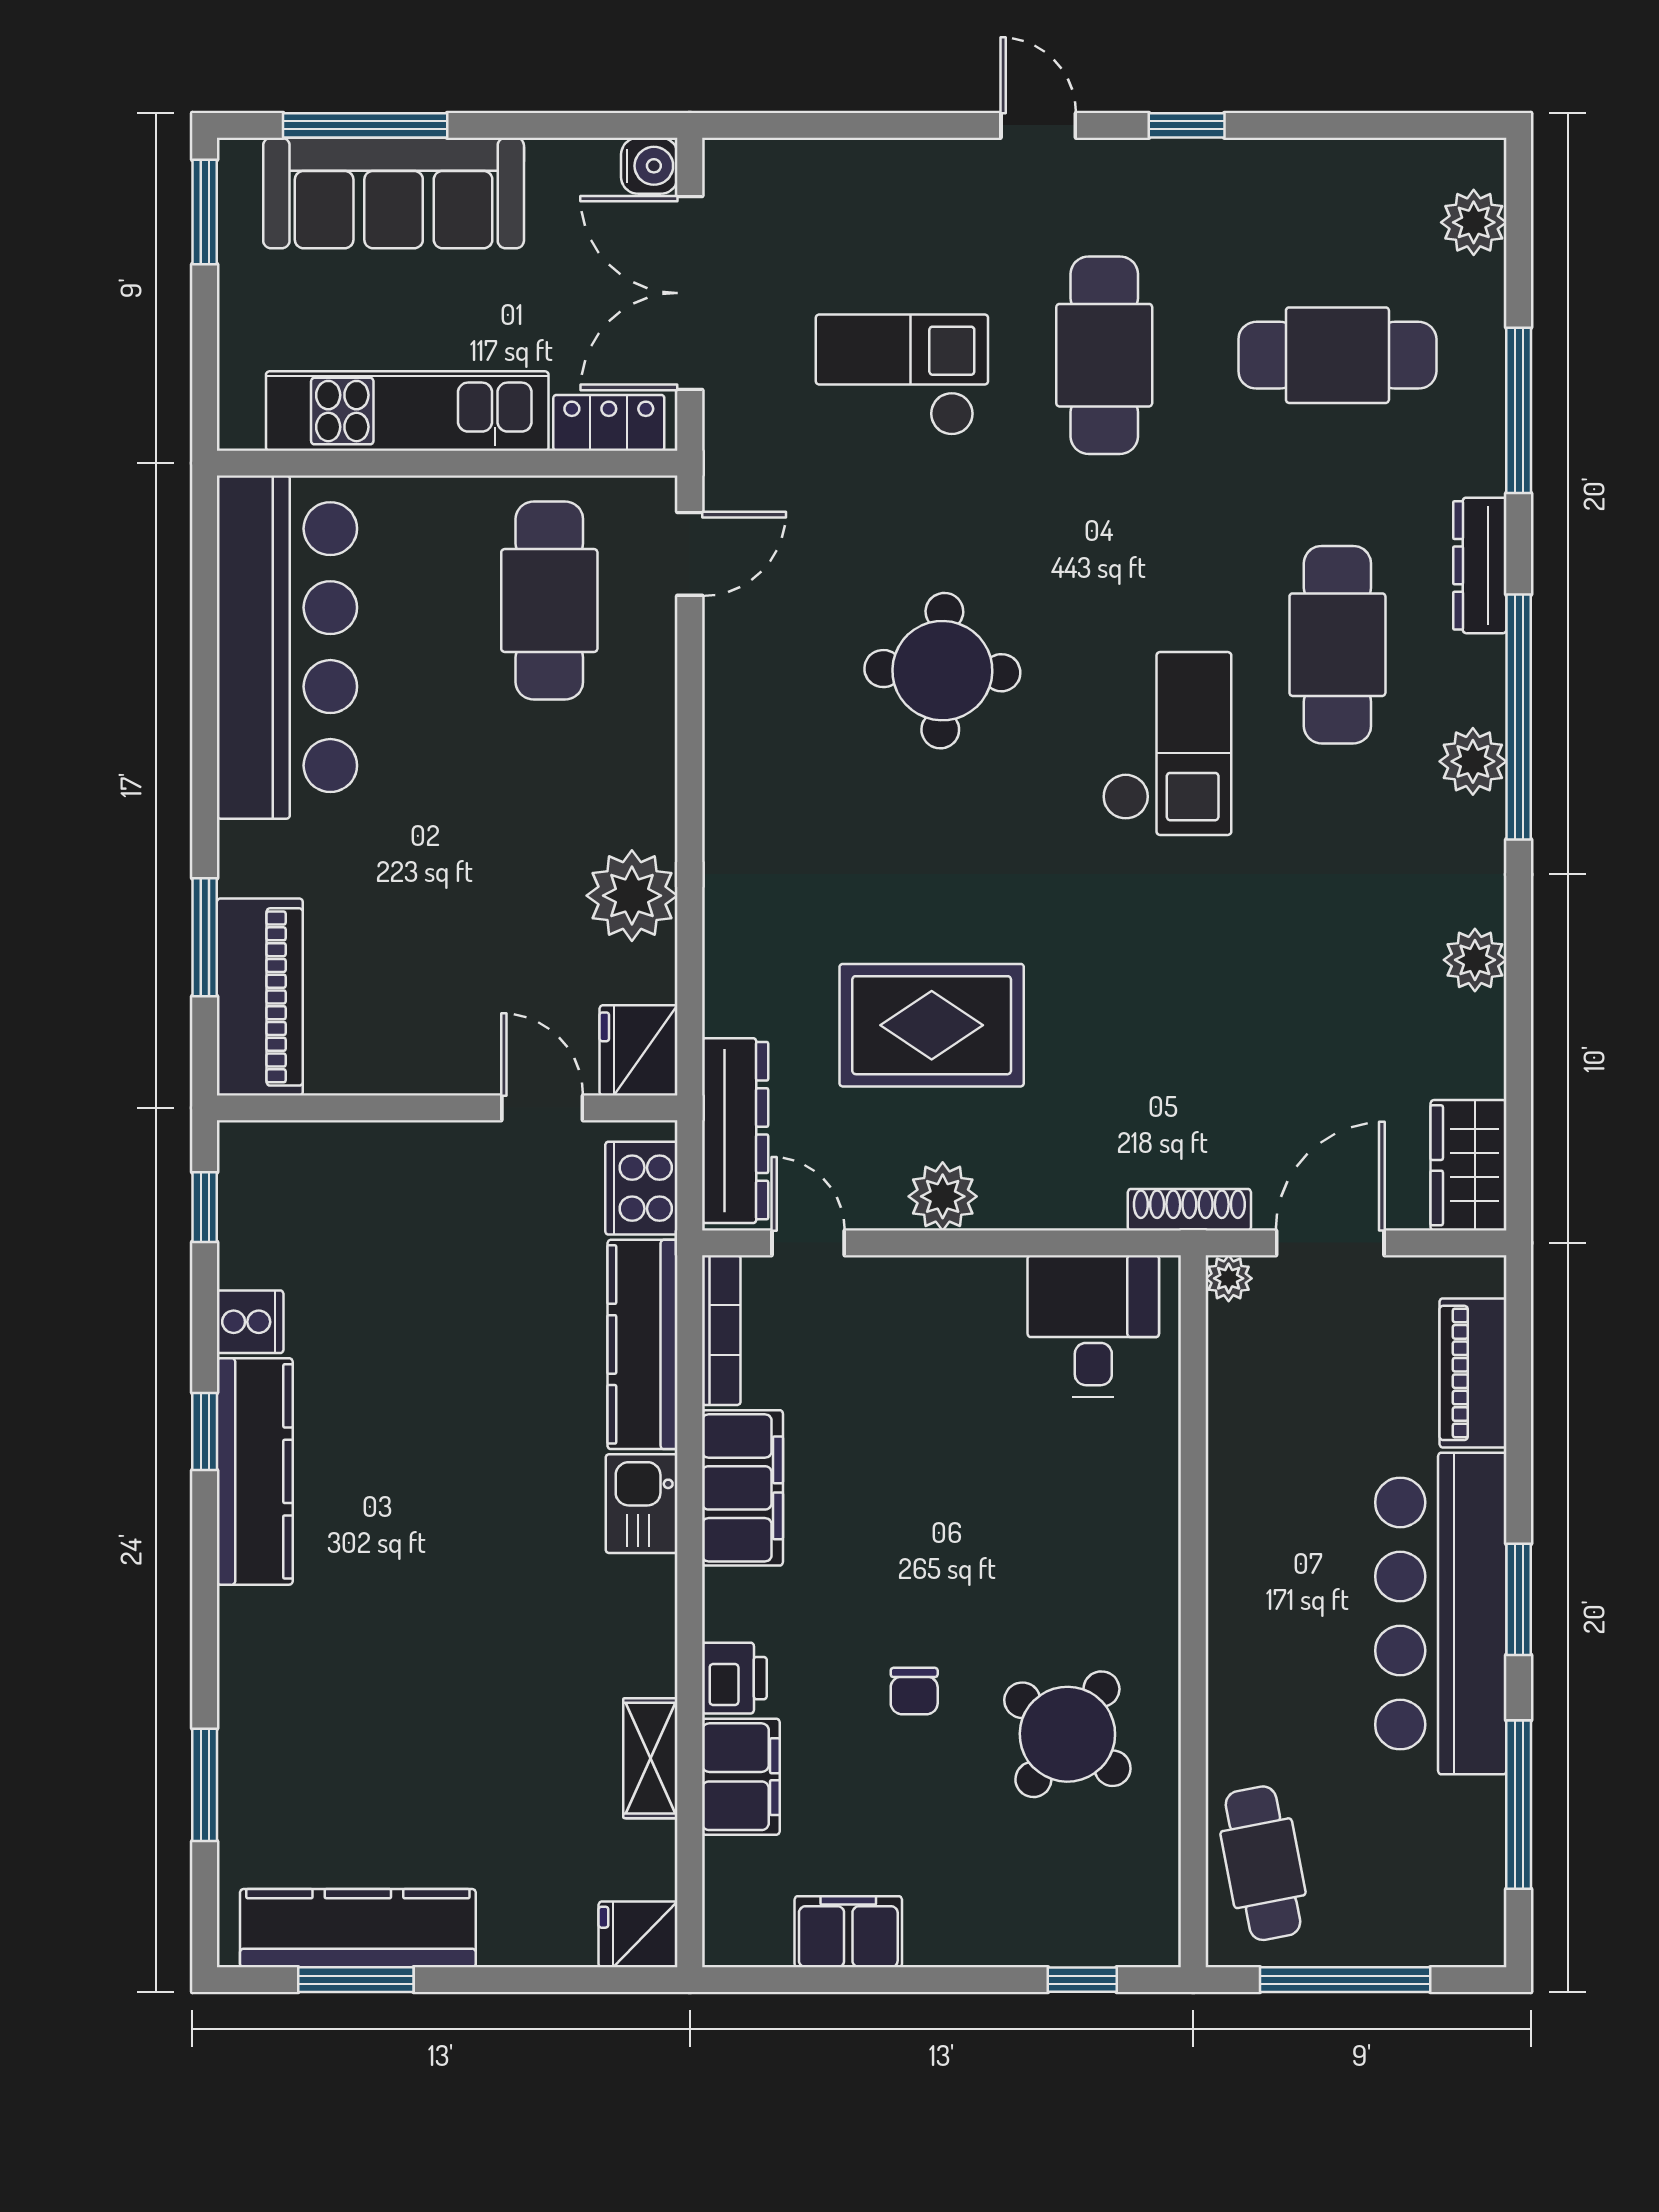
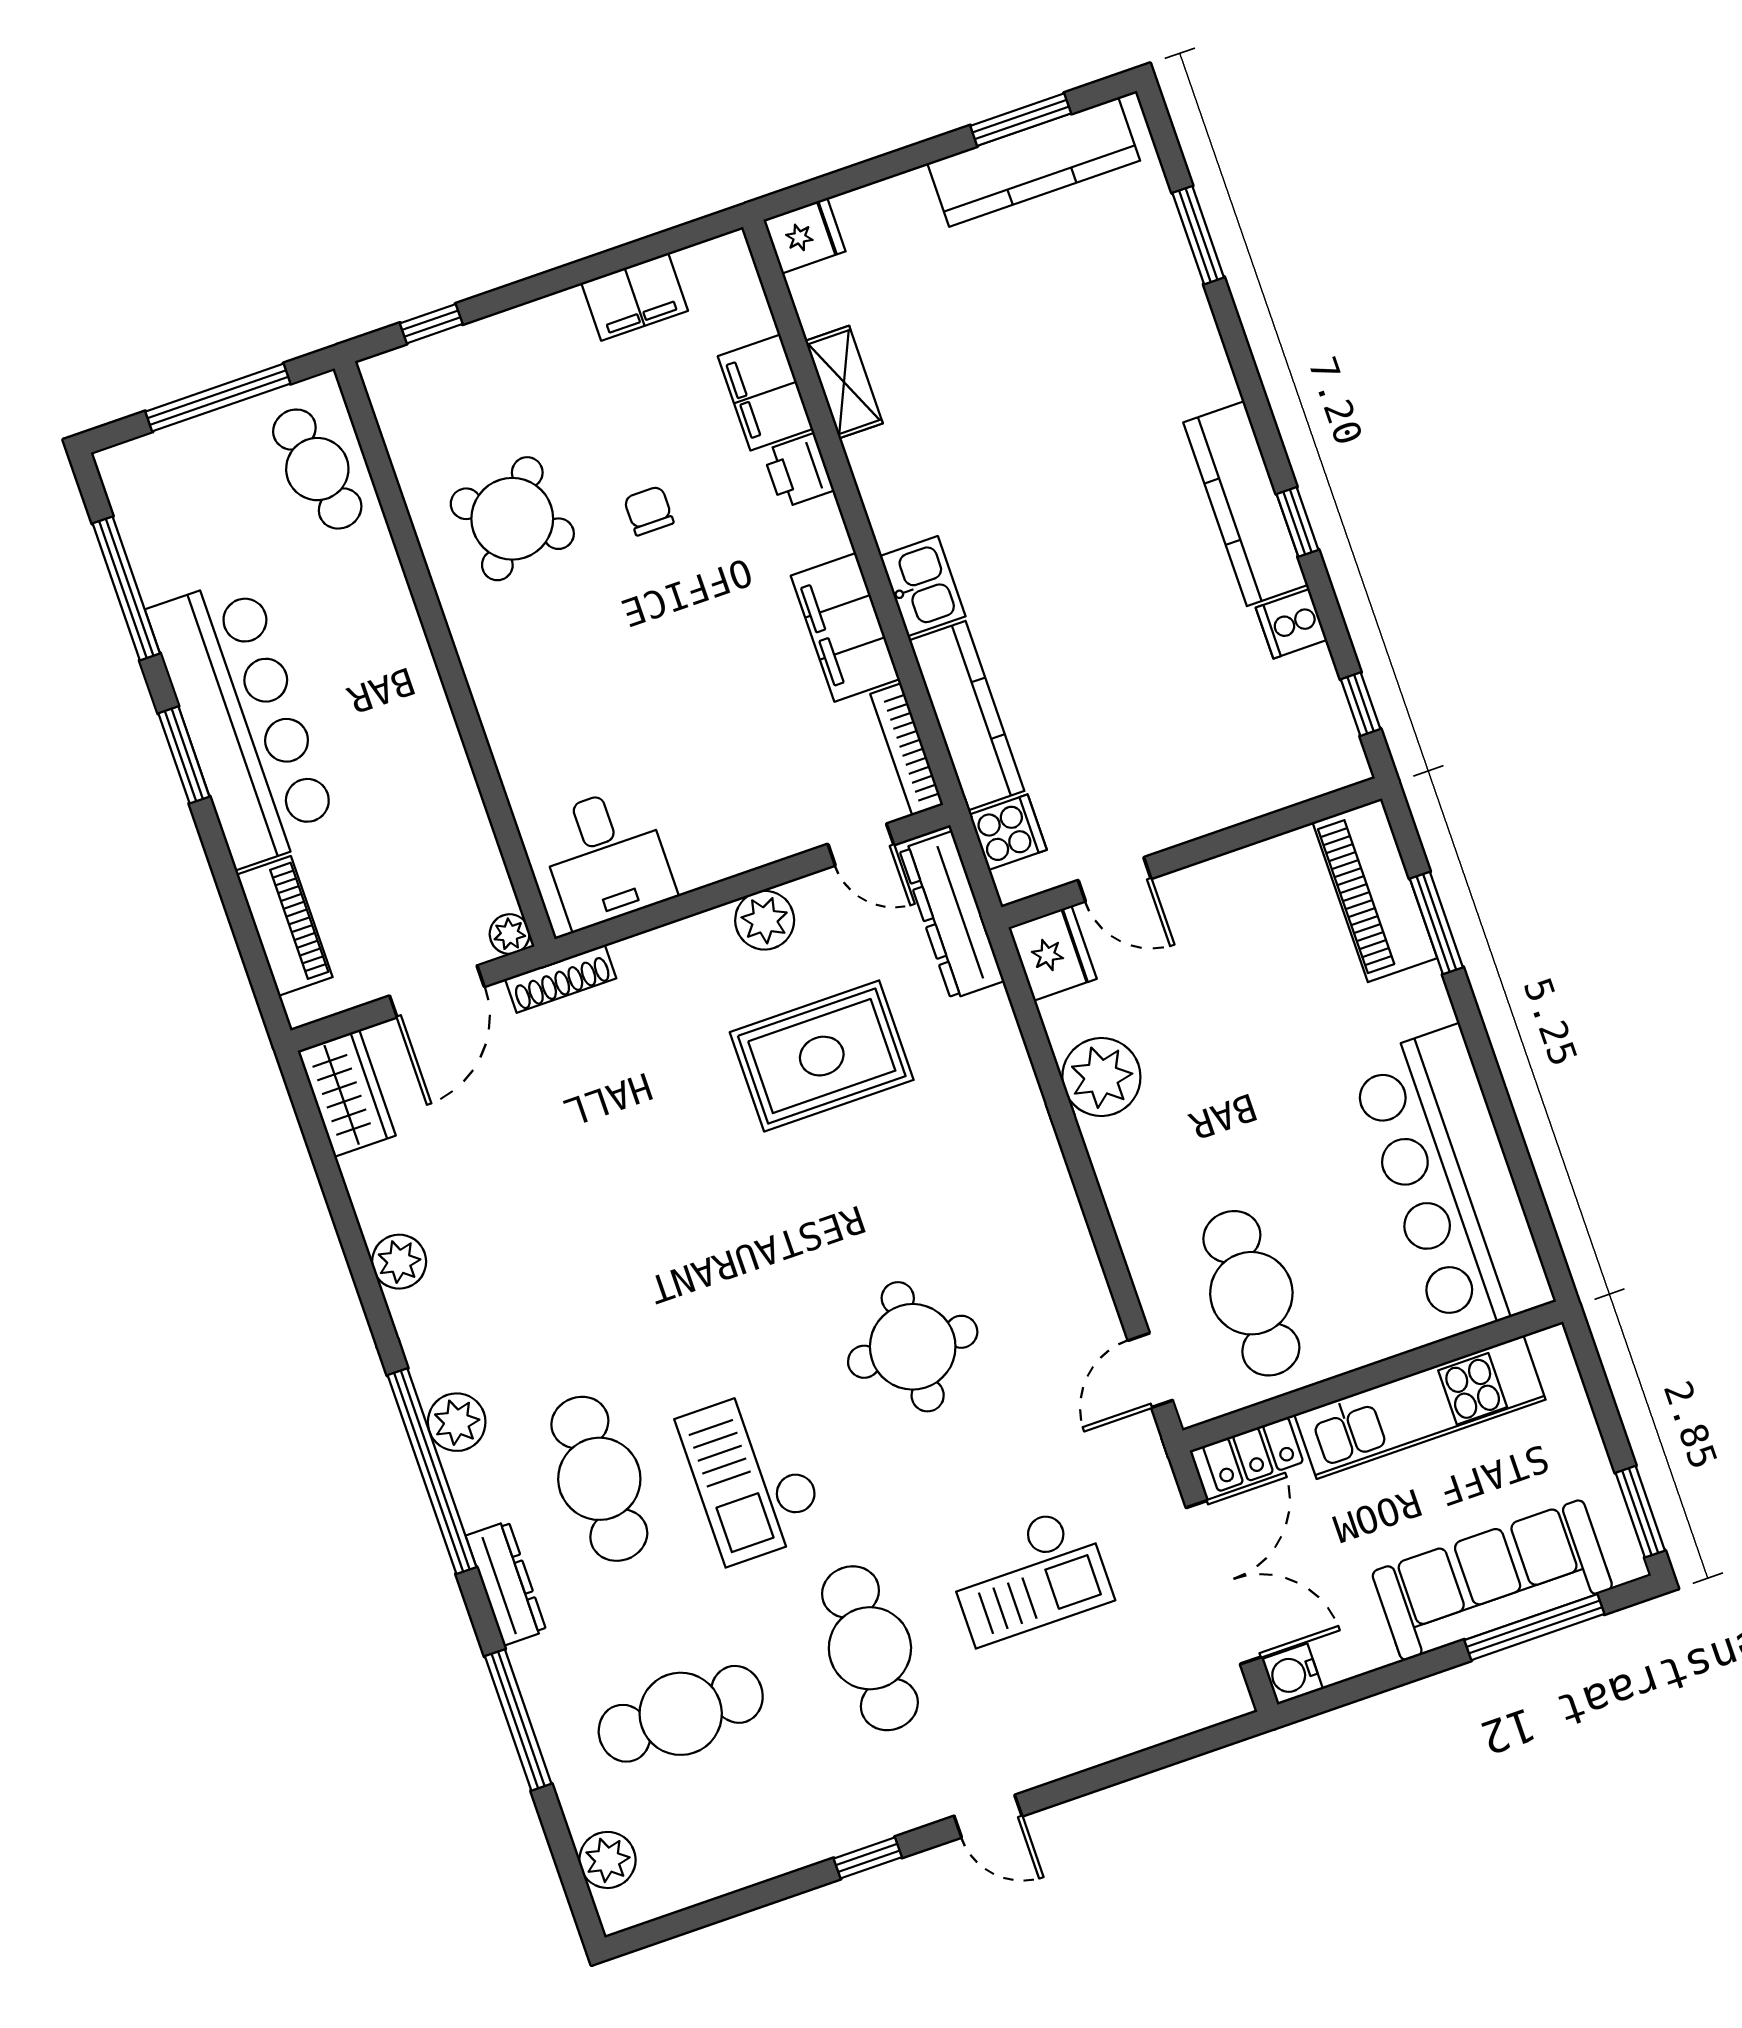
checkout: (1167, 743) -> (752, 1475), moved
cooker: (641, 1188) -> (1008, 832), width x0.73

